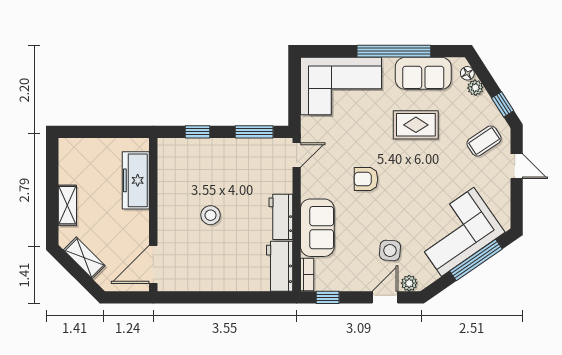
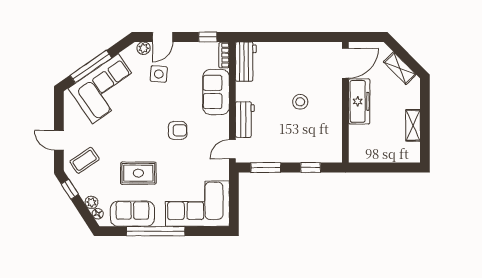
freezer: (136, 180) -> (359, 101), moved
shelving: (67, 205) -> (413, 125), moved
workbench: (281, 217) -> (245, 120), moved

